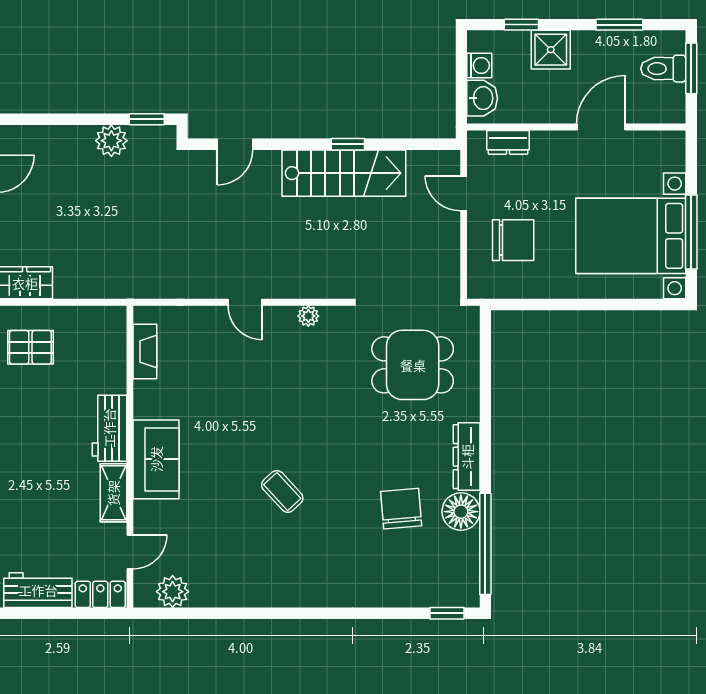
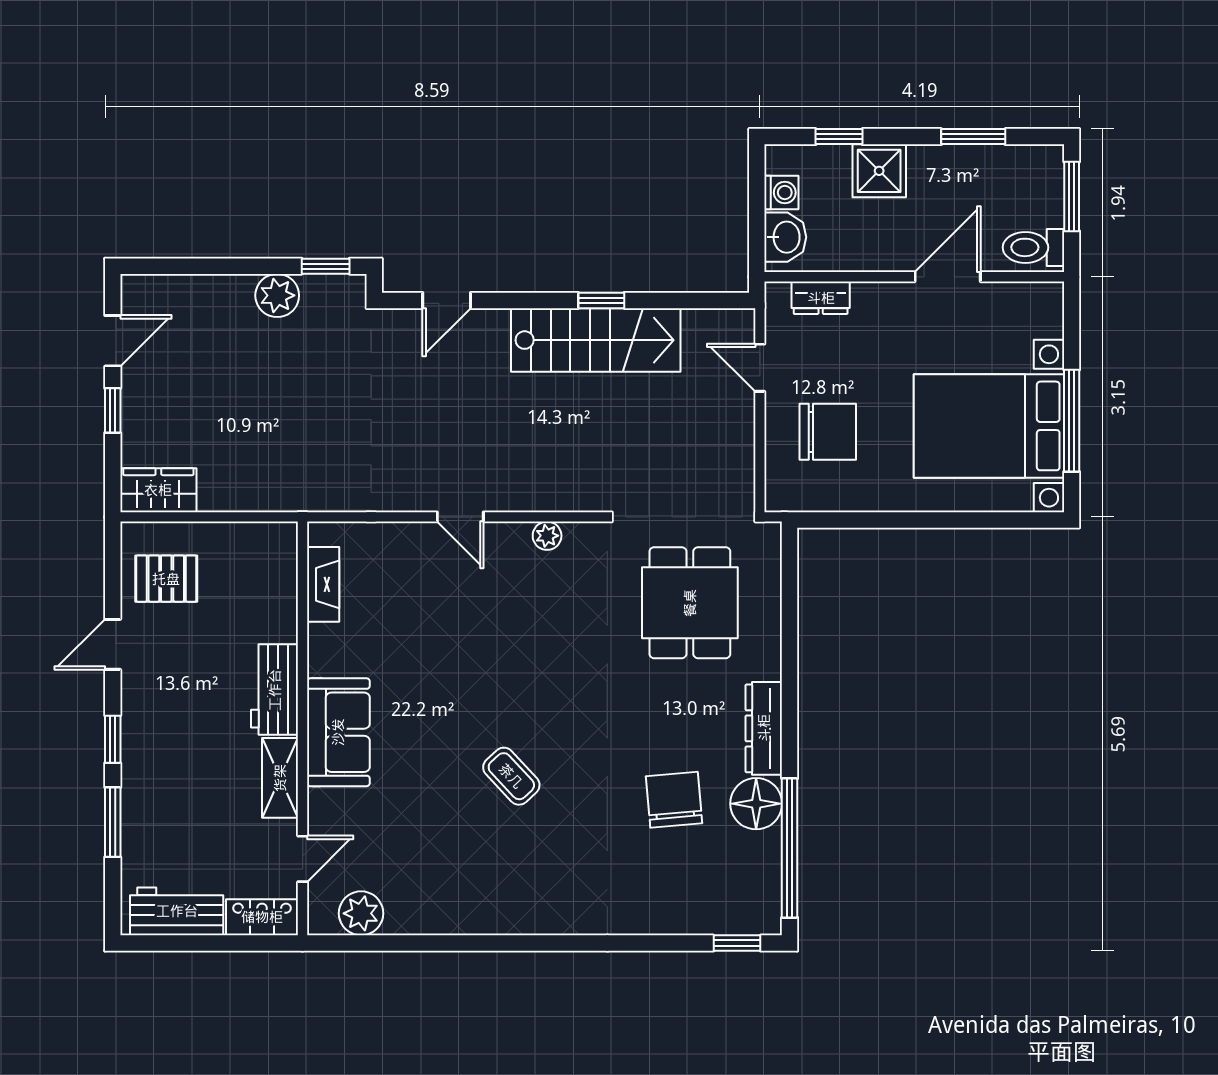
toilet: (663, 69) -> (1033, 247), moved
dining table: (413, 365) -> (690, 603), turned 90

